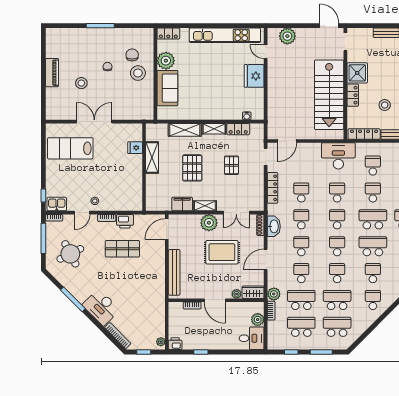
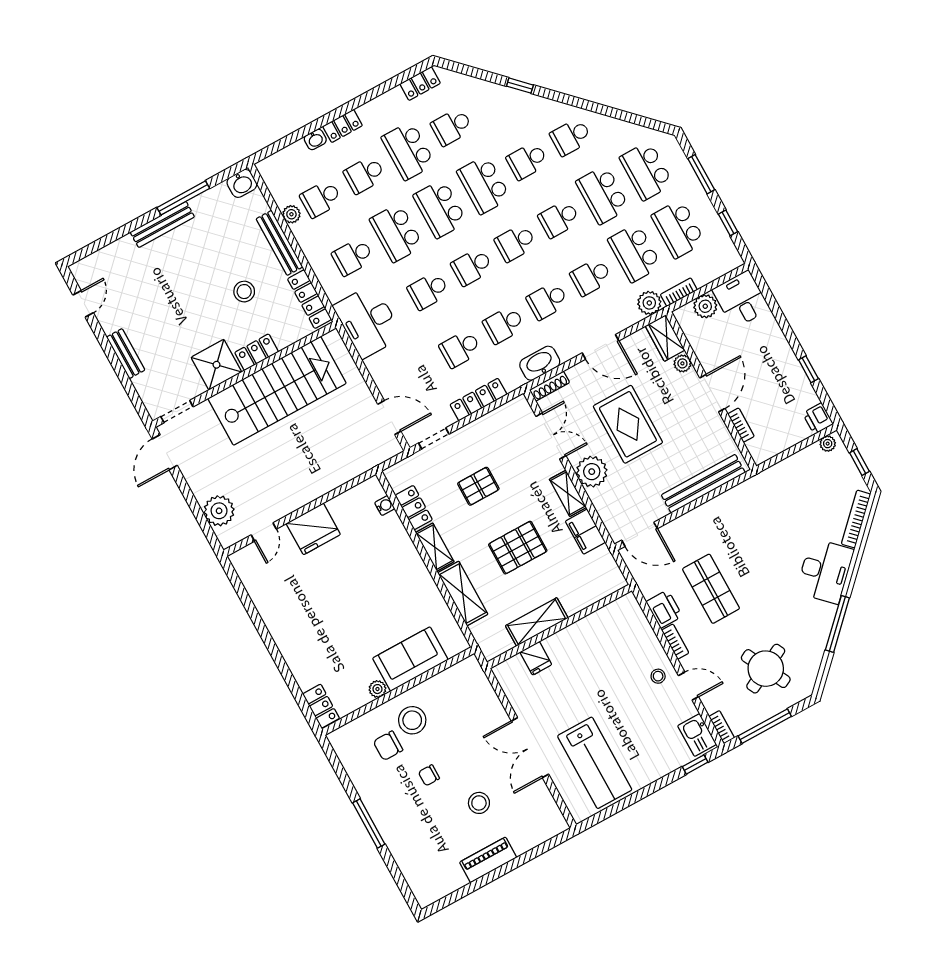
kitchen unit: (225, 35) -> (273, 613), removed
plant: (166, 61) -> (377, 689), width x0.53, depth x0.53
school desk: (373, 192) -> (396, 233), width x1.85

